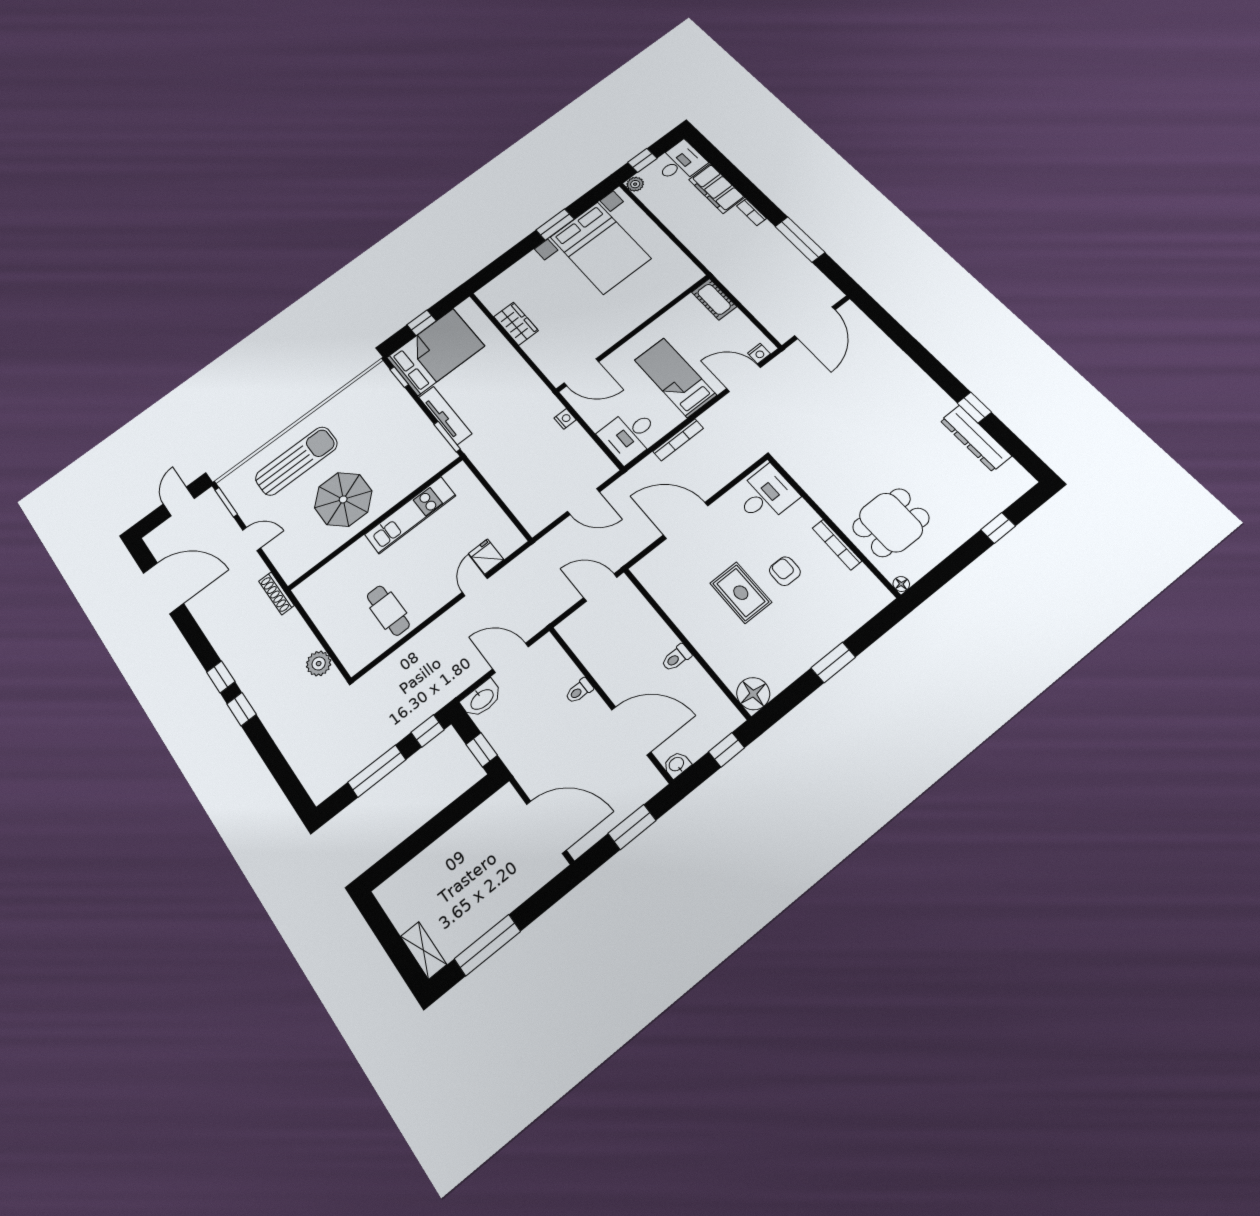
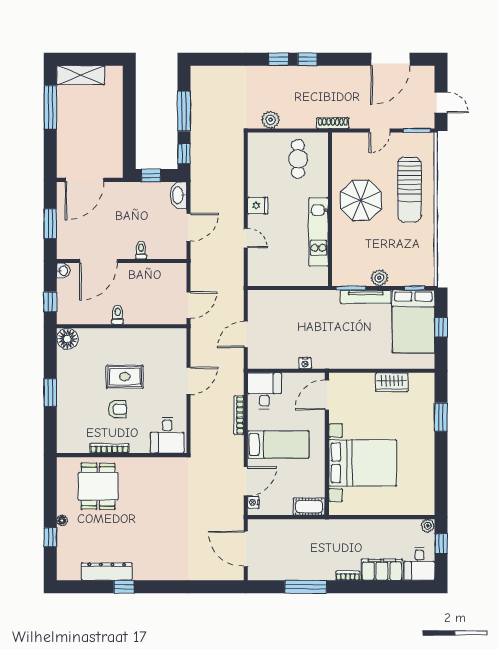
window: (555, 225) -> (441, 417), moved
bed with nightstands: (600, 248) -> (363, 463), moved, turned 180
plant: (414, 418) -> (379, 278), added
door: (686, 520) -> (188, 381), width x0.73
fridge: (486, 557) -> (258, 205), moved
floor lamp: (901, 584) -> (62, 520), moved
cafe table: (388, 611) -> (298, 159), moved, turned 90
shelving: (424, 950) -> (81, 75), width x1.50, depth x1.33

